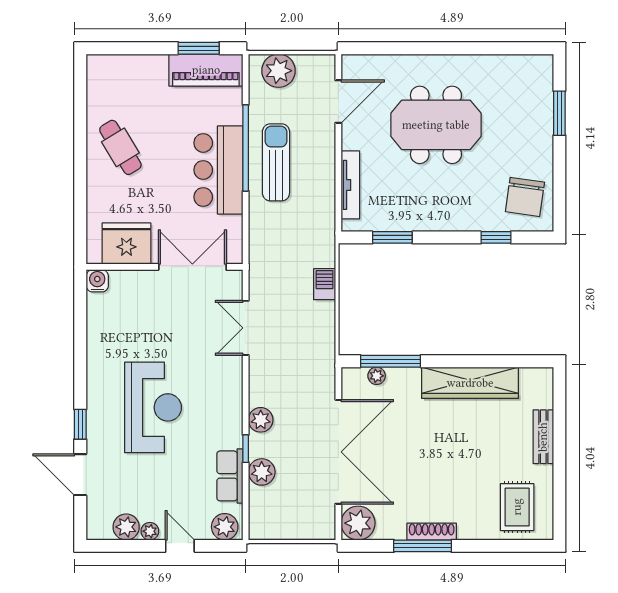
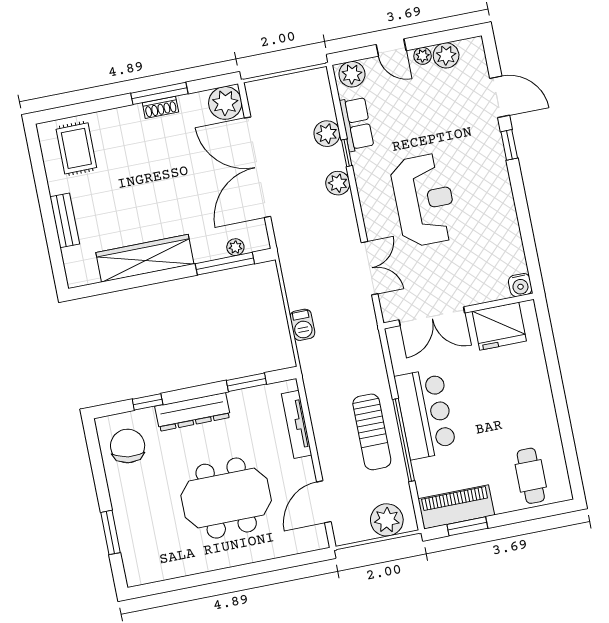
cafe table: (120, 147) -> (531, 476), moved, turned 31
dresser: (453, 218) -> (193, 412), added
reception desk: (153, 407) -> (424, 200), moved, turned 180
shoe rack: (432, 532) -> (160, 107), width x0.70

